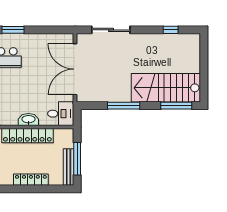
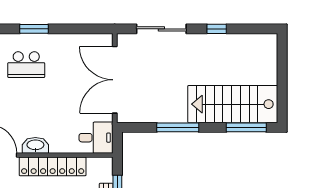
window: (171, 30) -> (217, 29), moved
washbasin: (28, 120) -> (35, 145), moved

